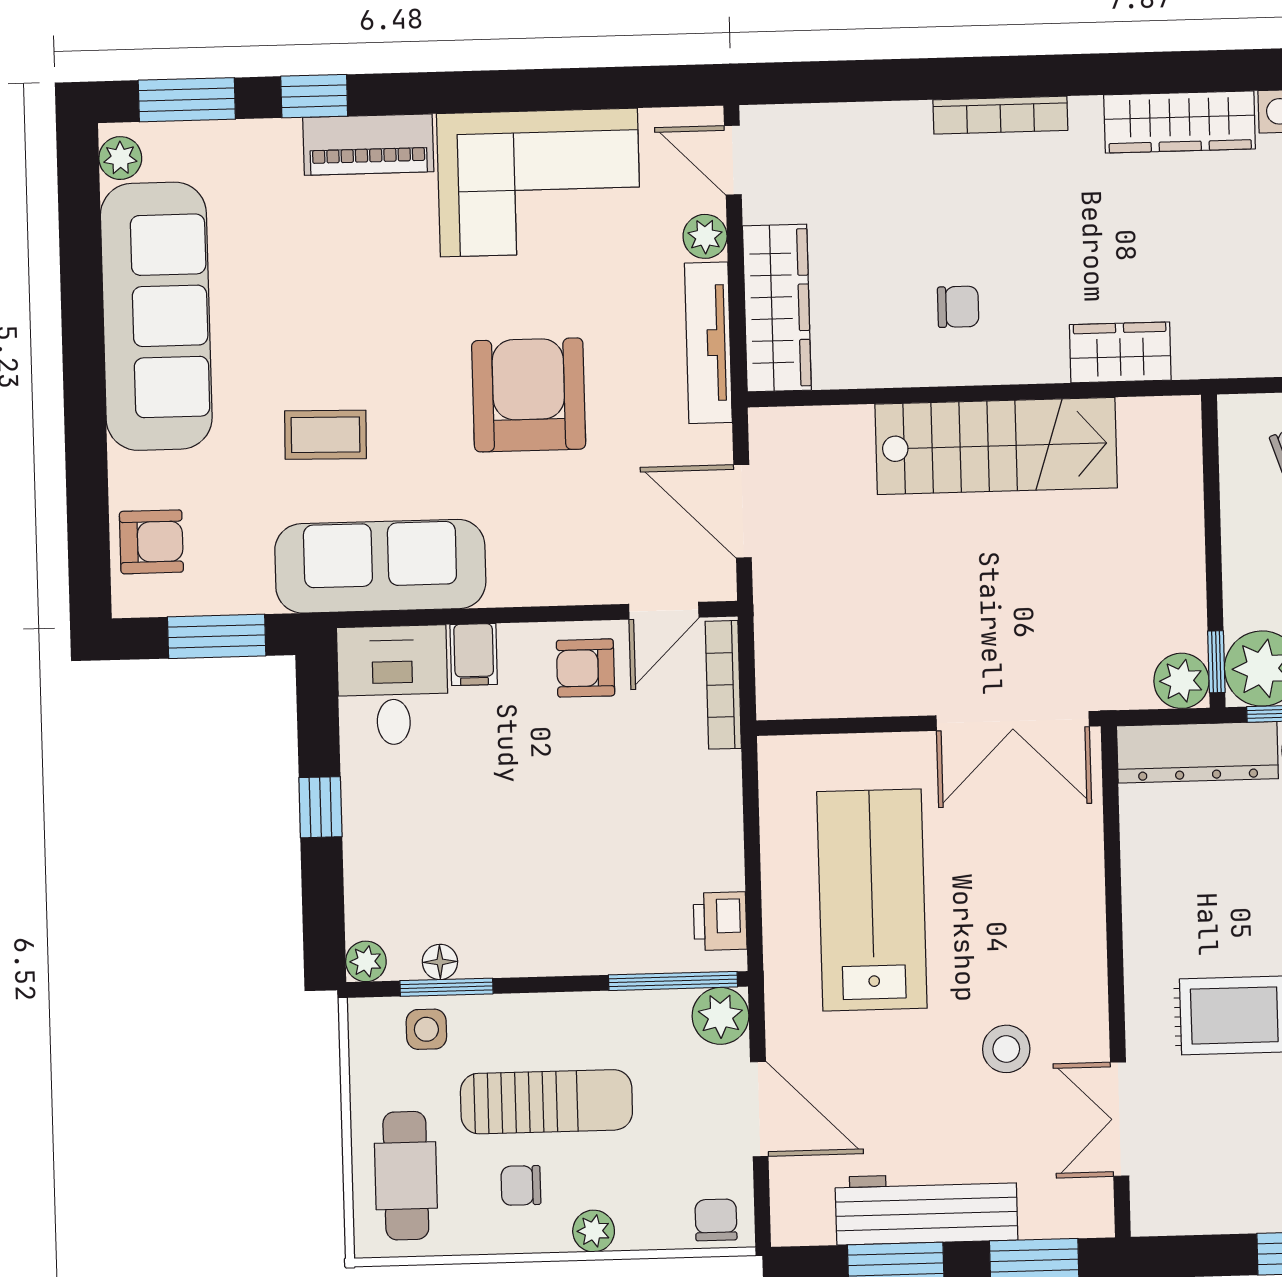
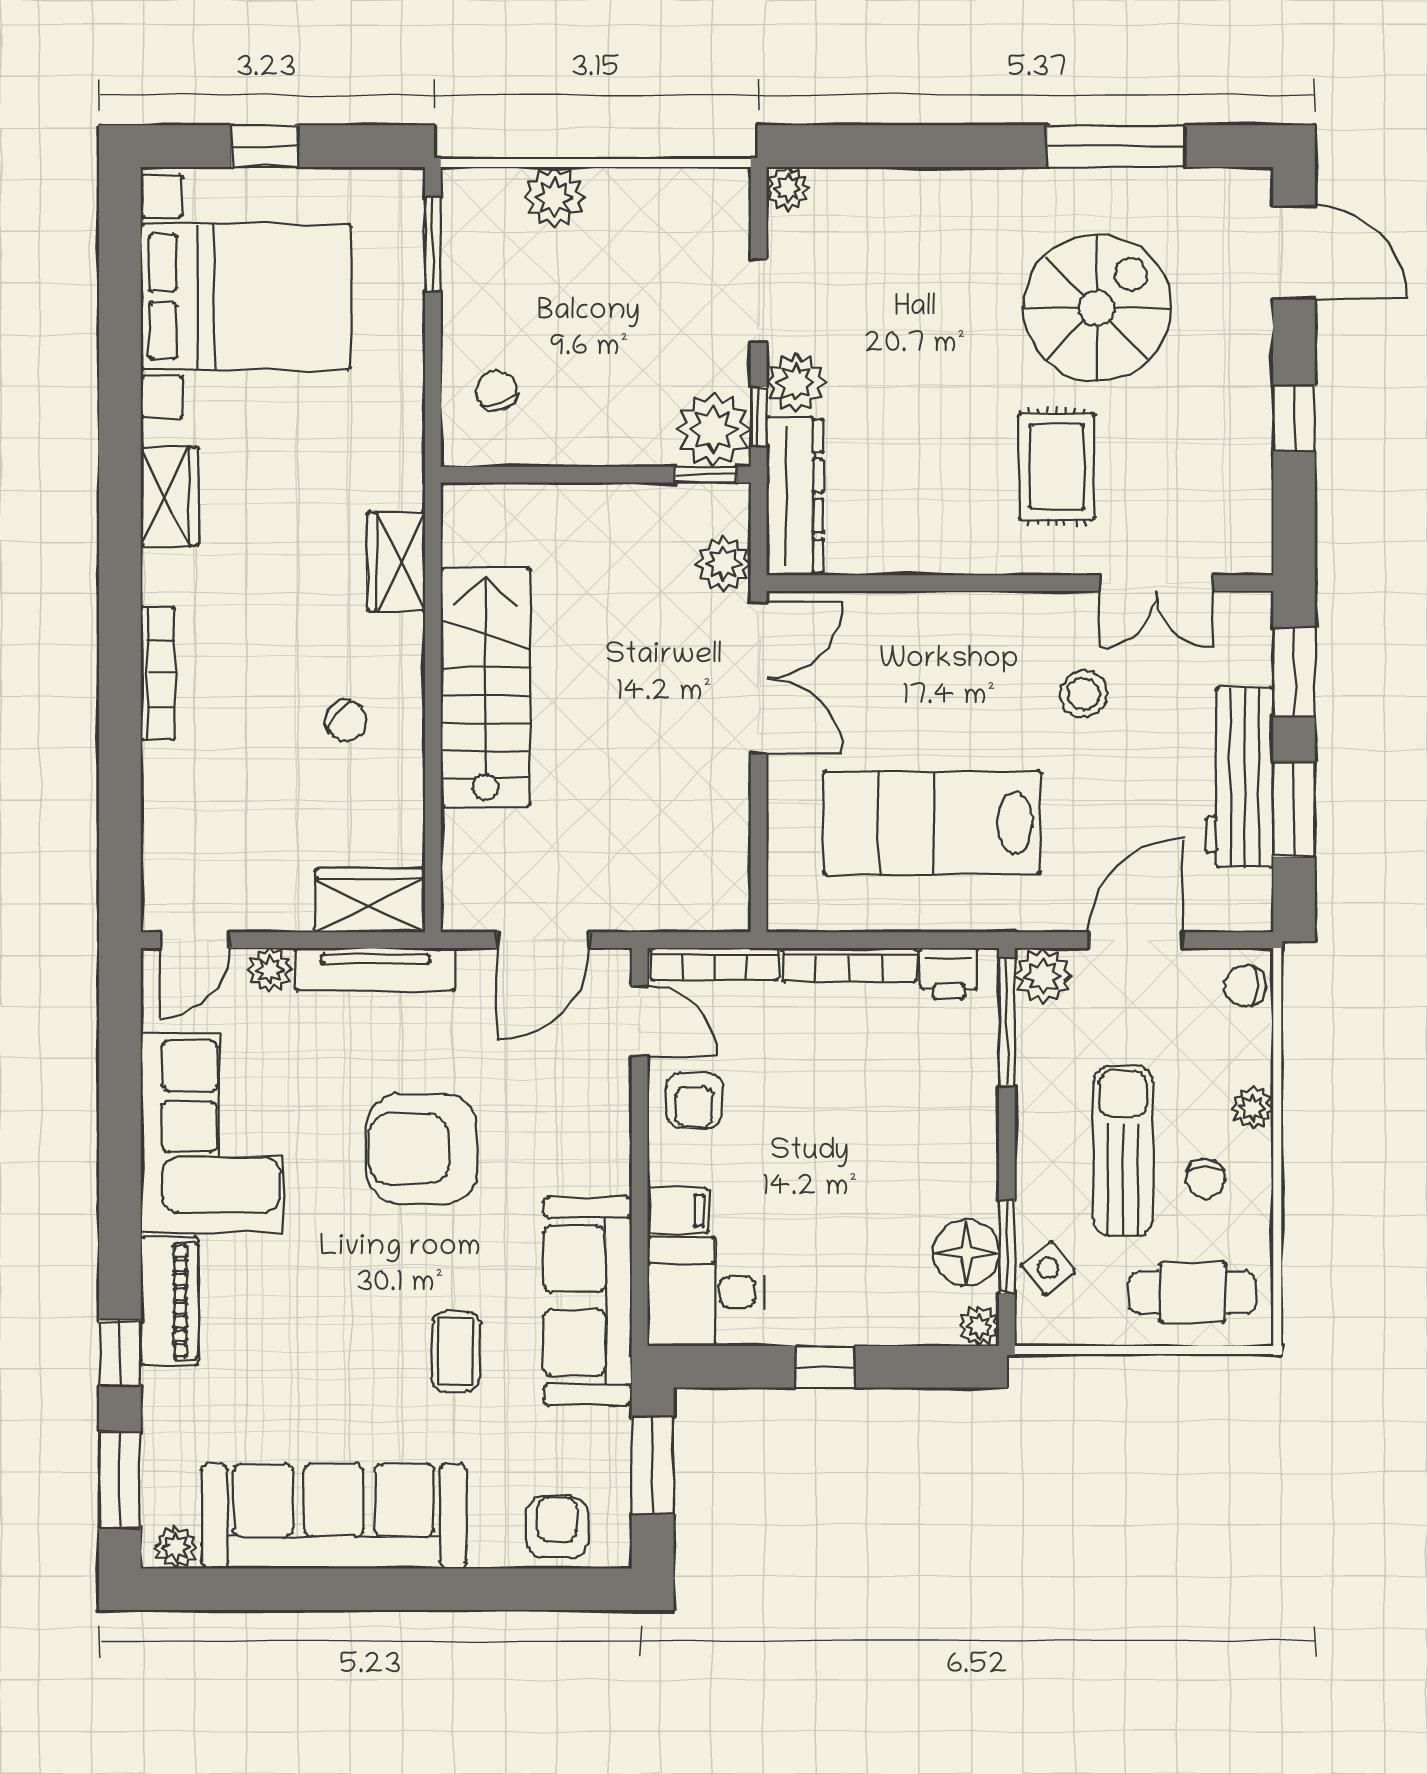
wardrobe: (1180, 122) -> (169, 496), width x0.67
chair: (958, 307) -> (346, 721), turned 125
wardrobe: (777, 308) -> (370, 900), width x0.67
plant: (1181, 681) -> (724, 564), moved
bookcase: (726, 821) -> (849, 965), added
floor lamp: (440, 962) -> (966, 1253), width x1.89, depth x1.89
side table: (426, 1029) -> (1048, 1268), turned -38

